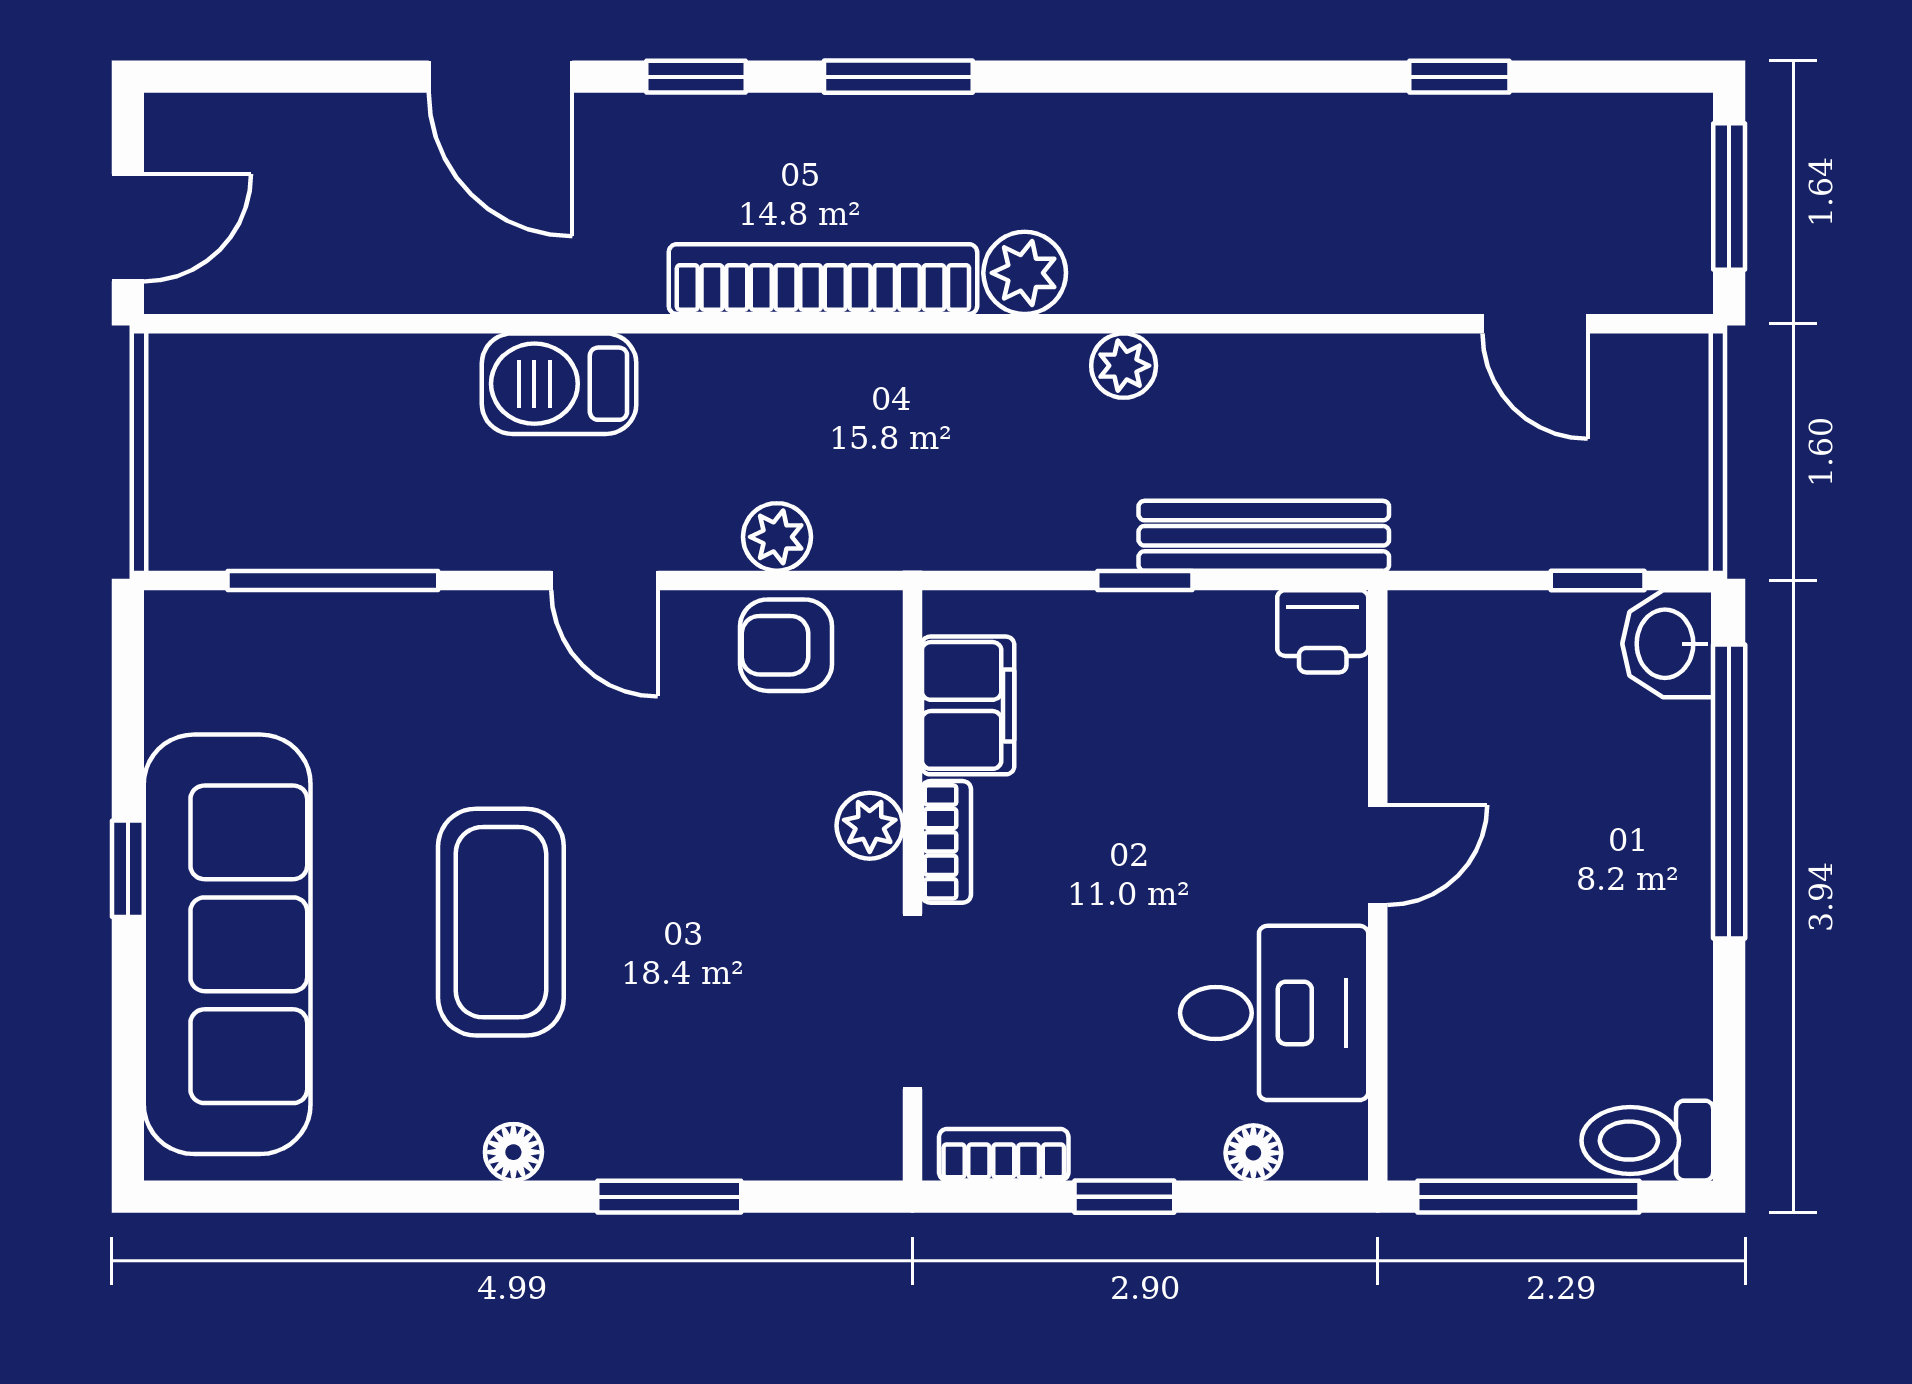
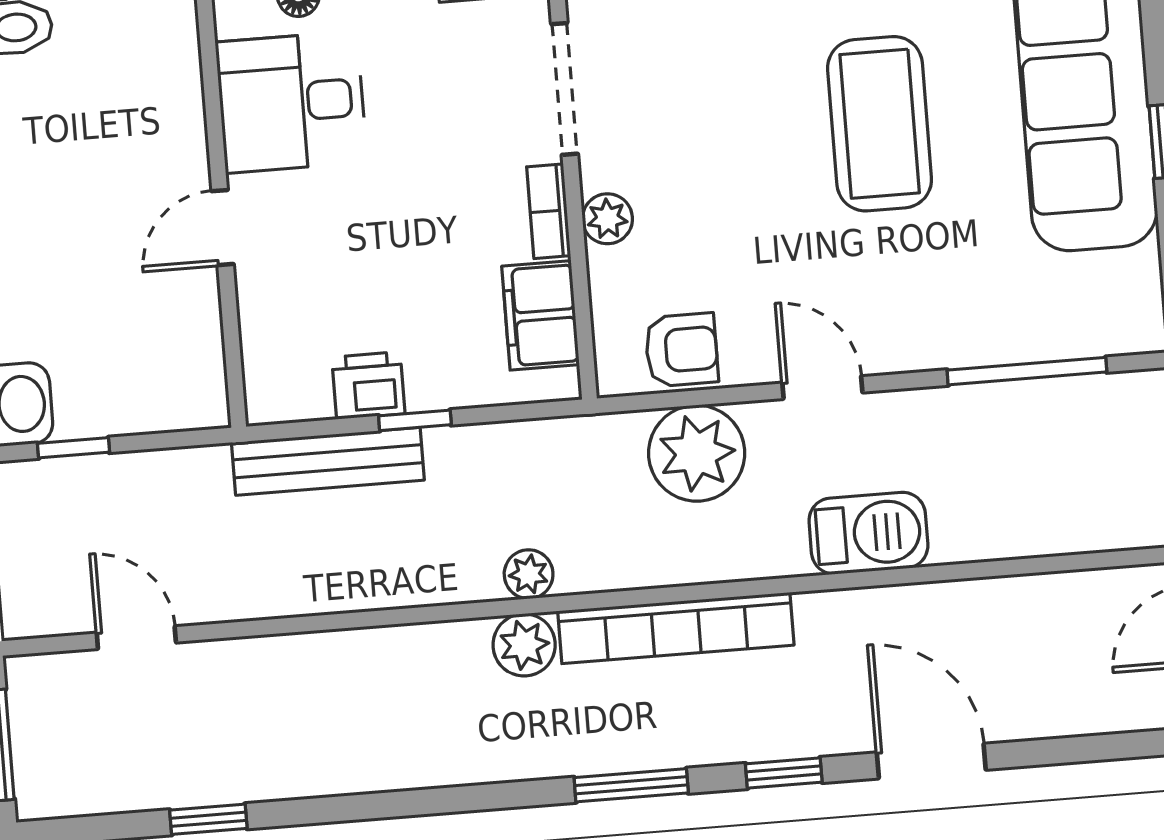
plant: (1124, 366) -> (529, 574), moved
plant: (777, 537) -> (697, 453), width x1.88, depth x1.88
printer: (1323, 631) -> (368, 386), moved

